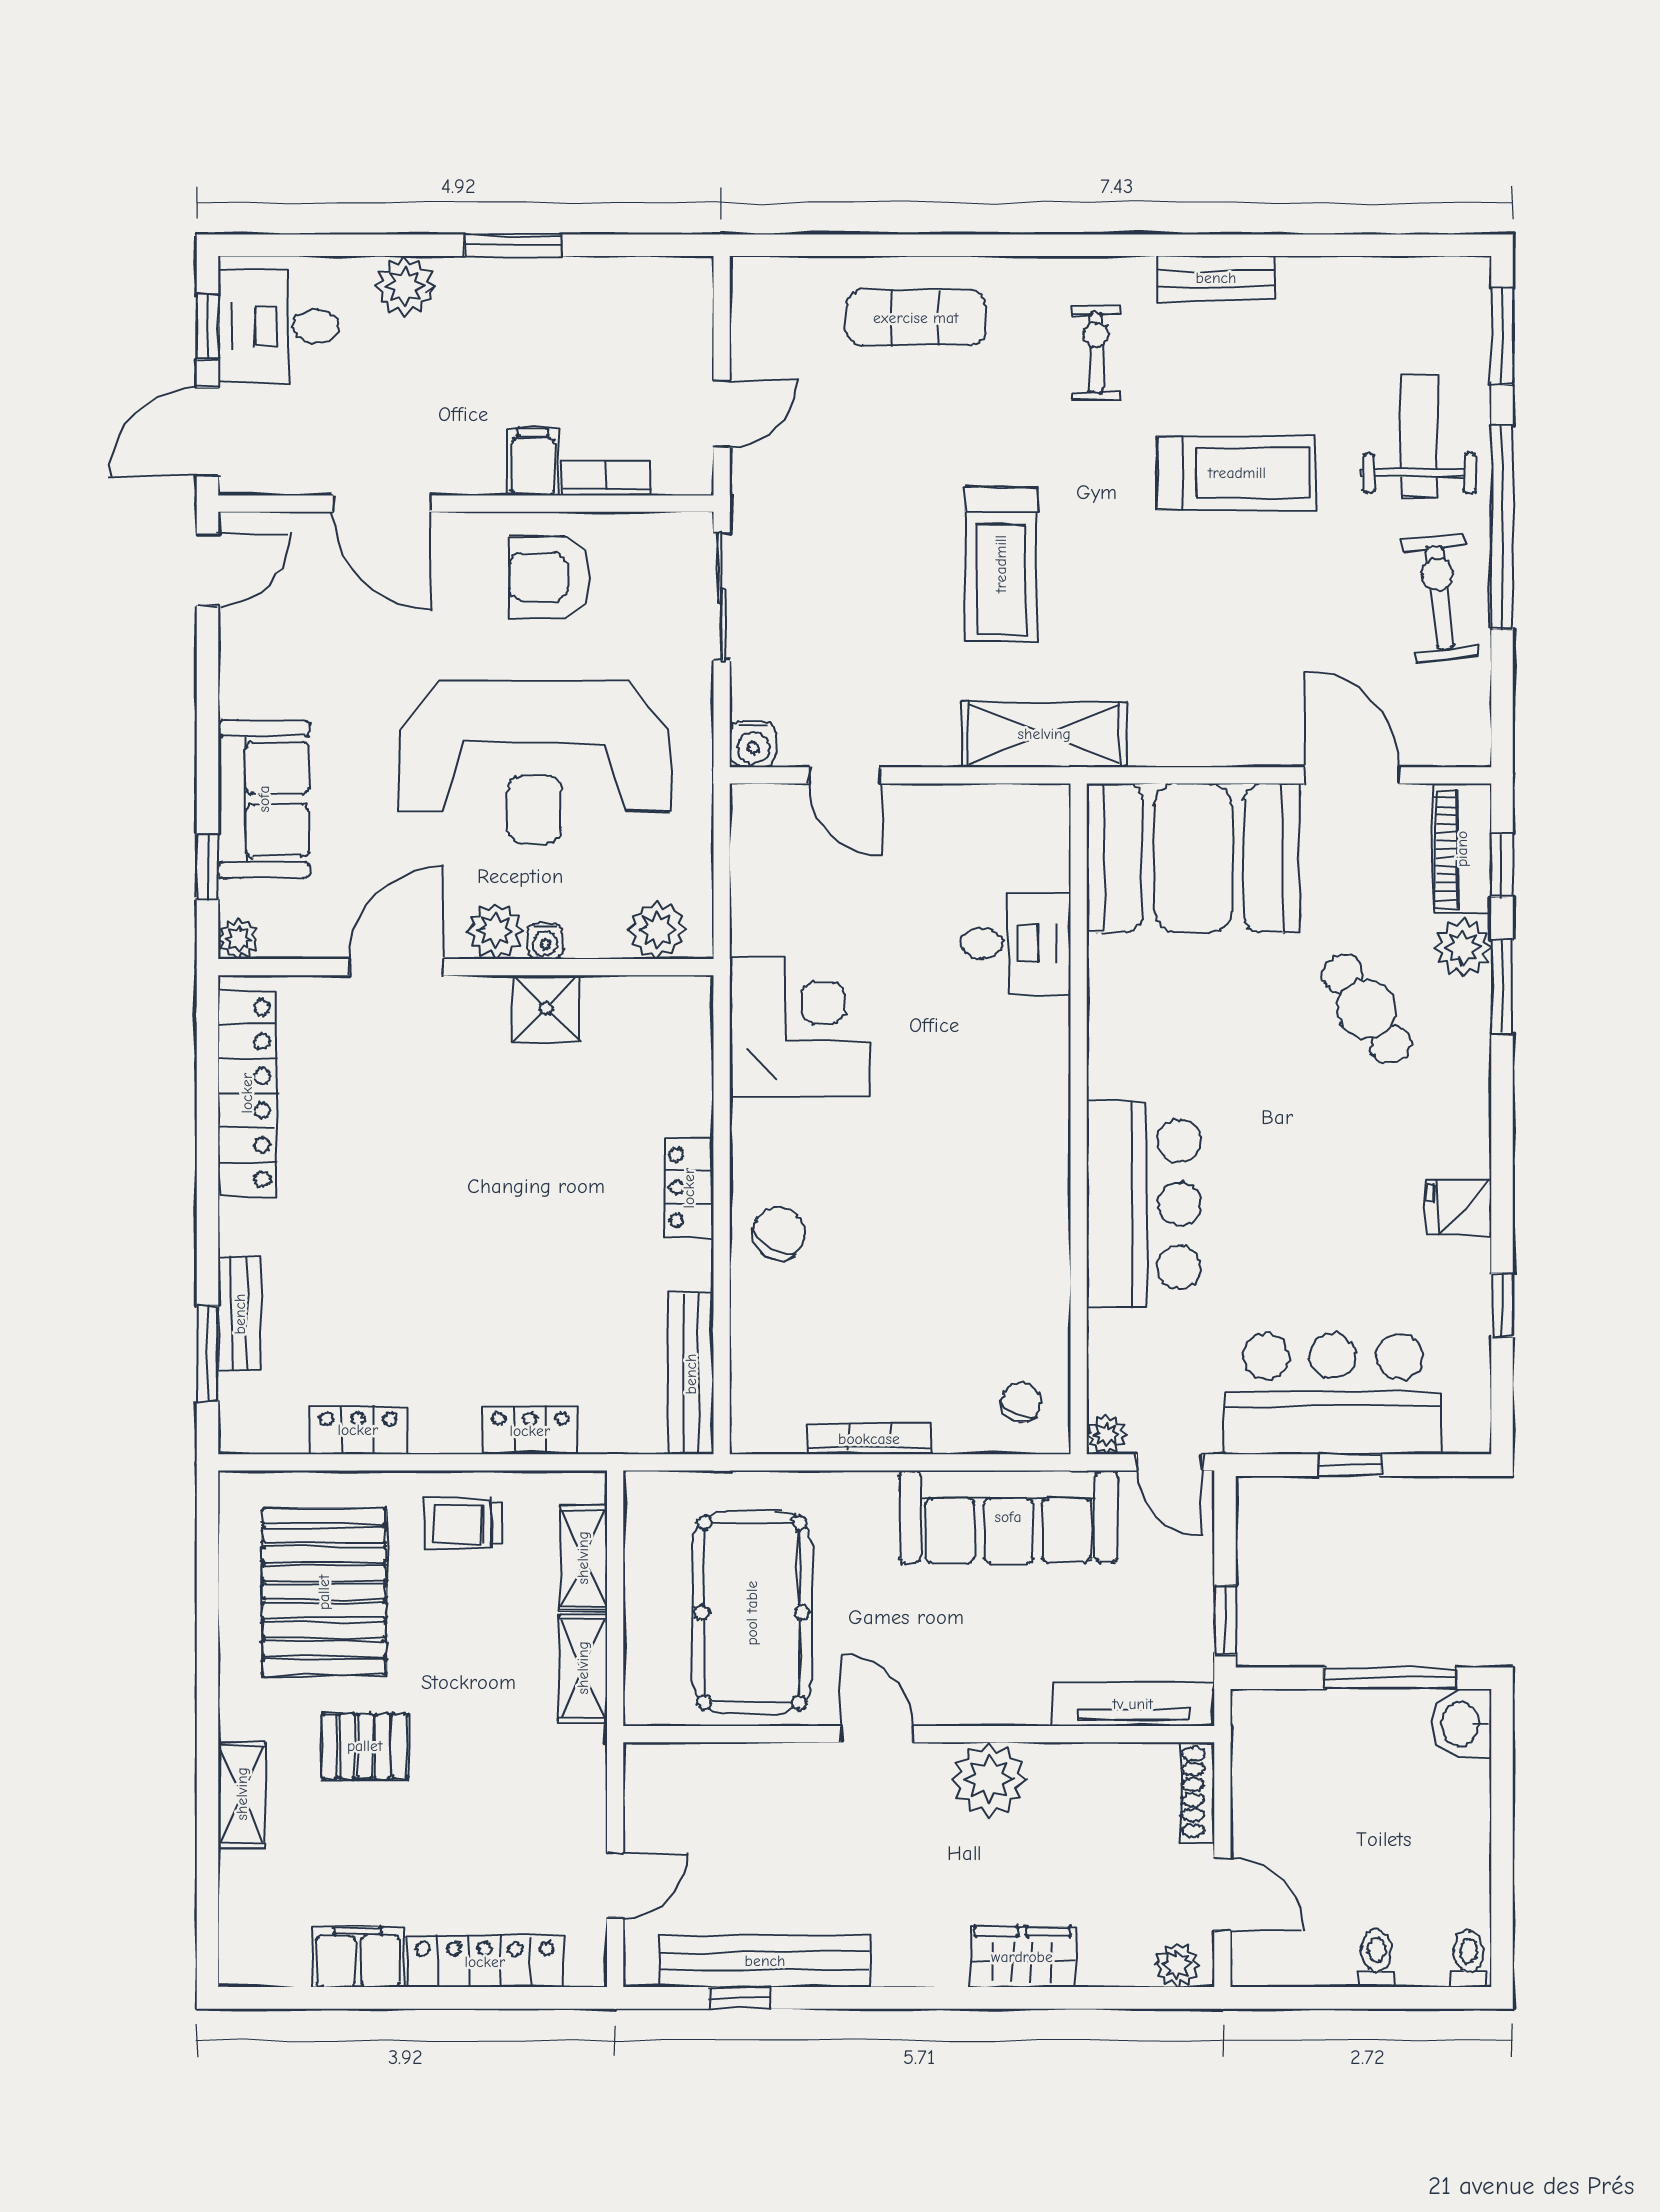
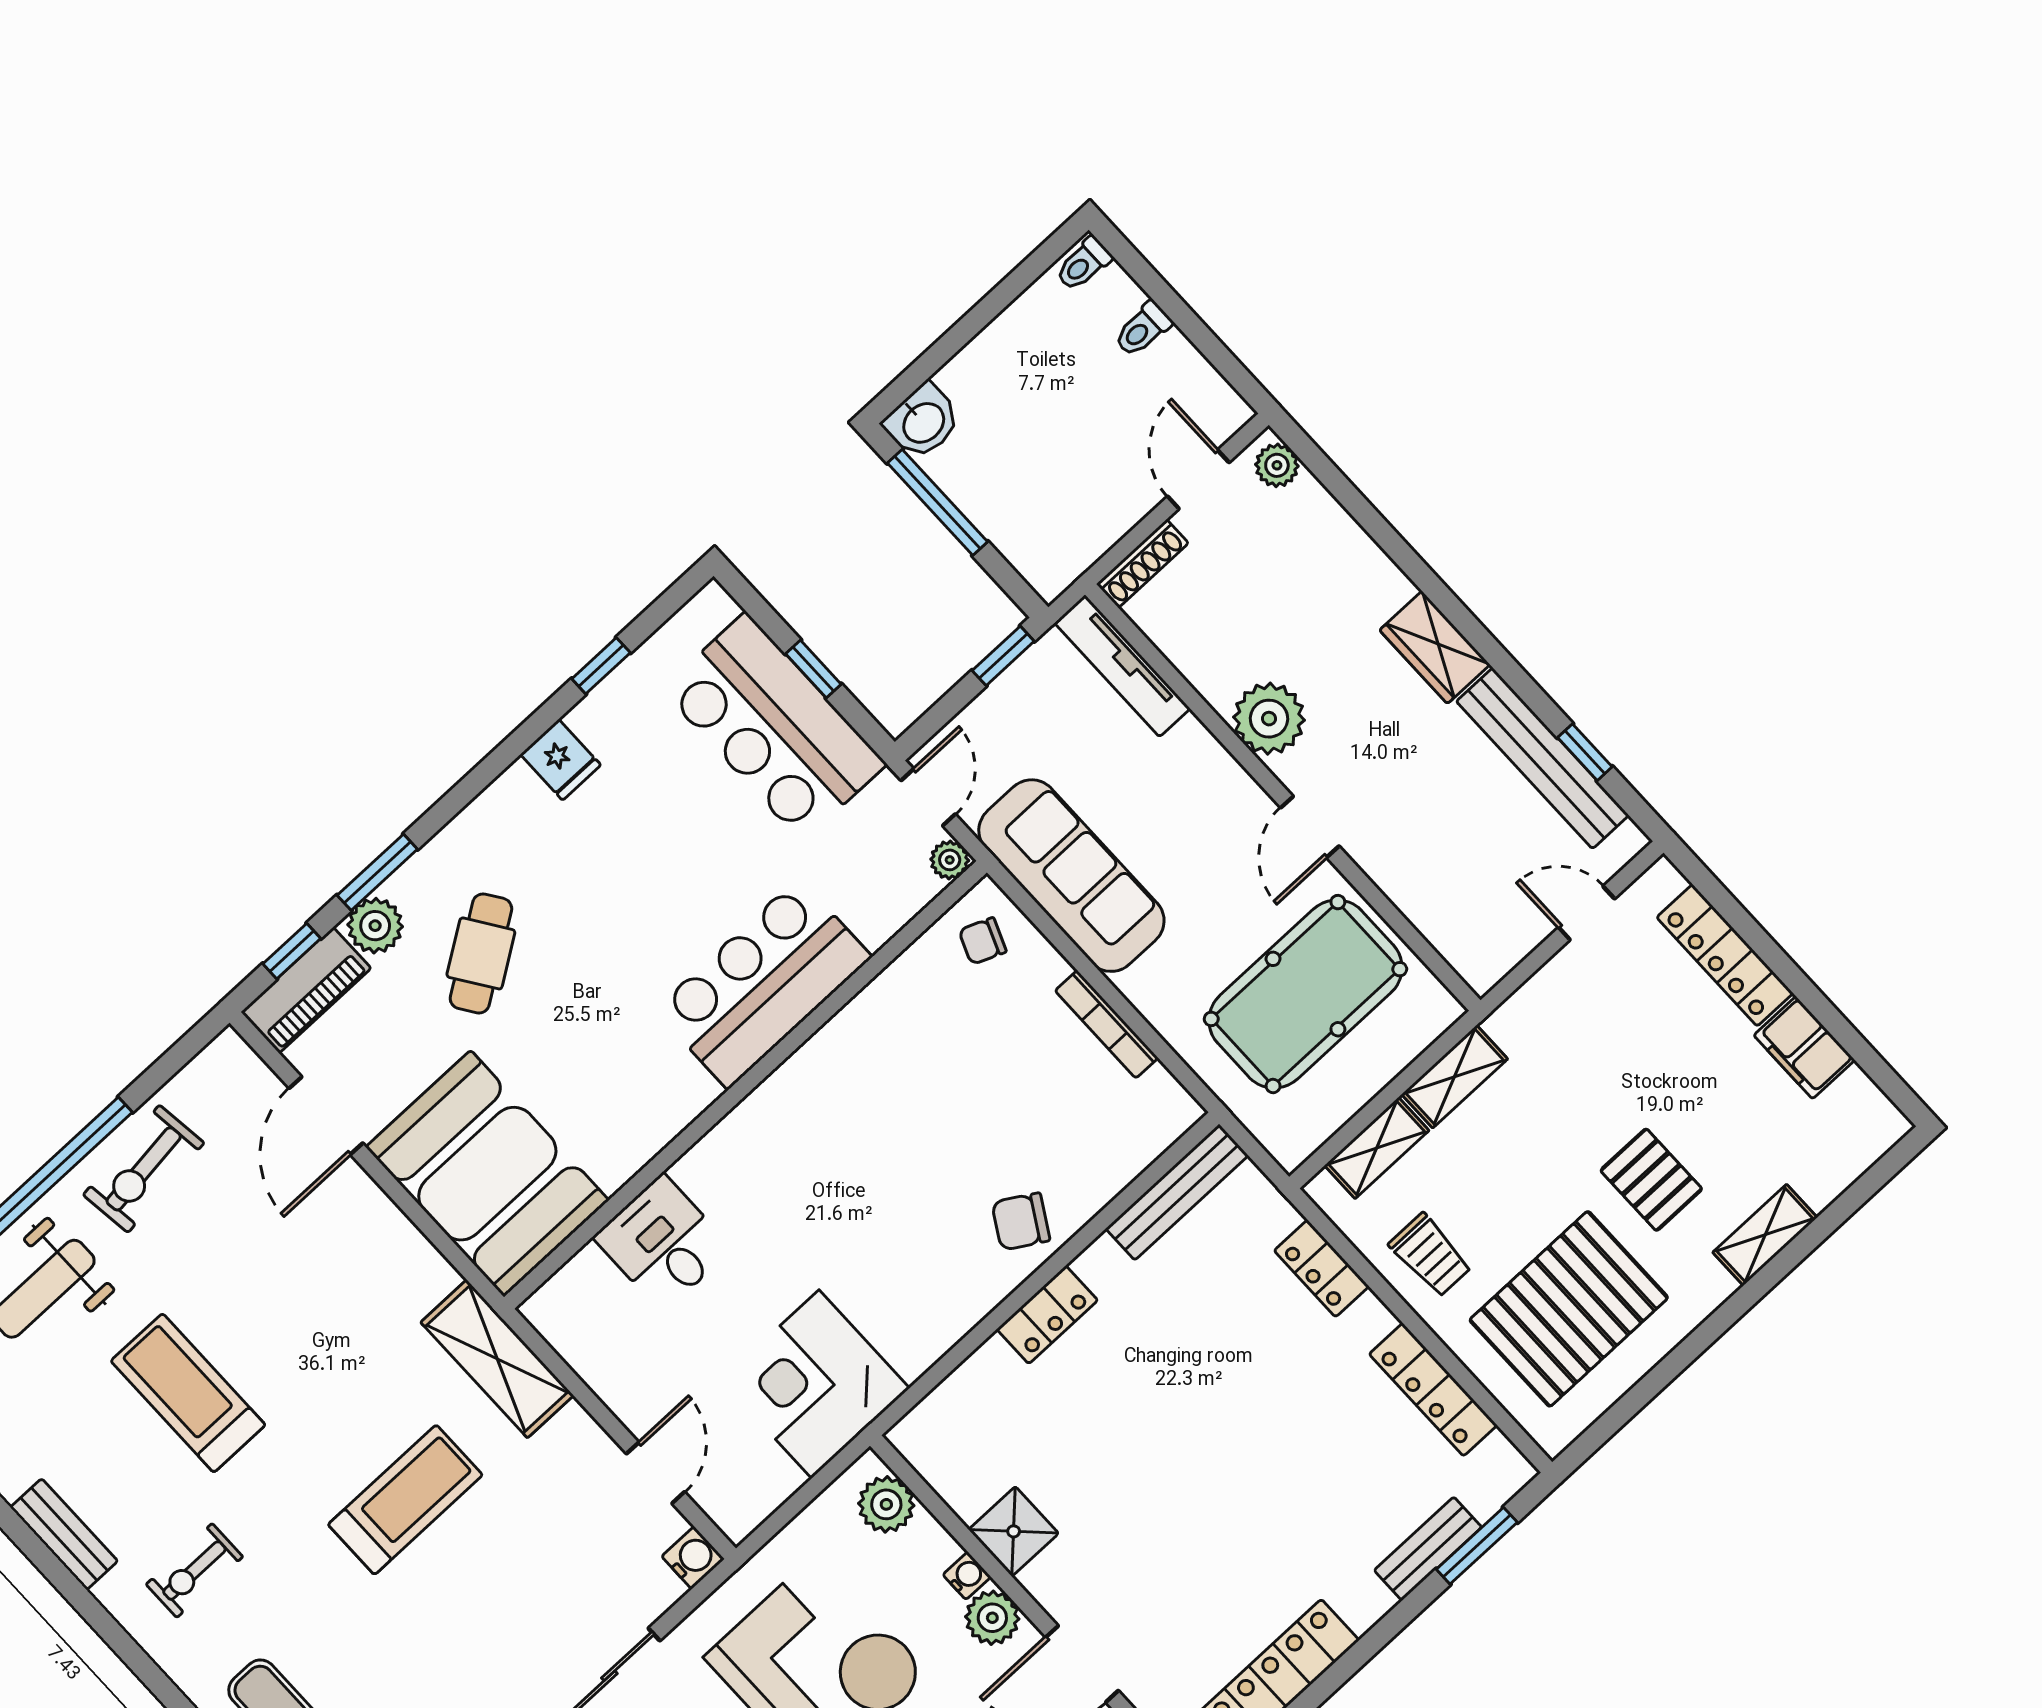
corner desk: (799, 1026) -> (815, 1384), moved
locker: (358, 1430) -> (1433, 1390), width x1.53
wardrobe: (1022, 1957) -> (1435, 647), moved

